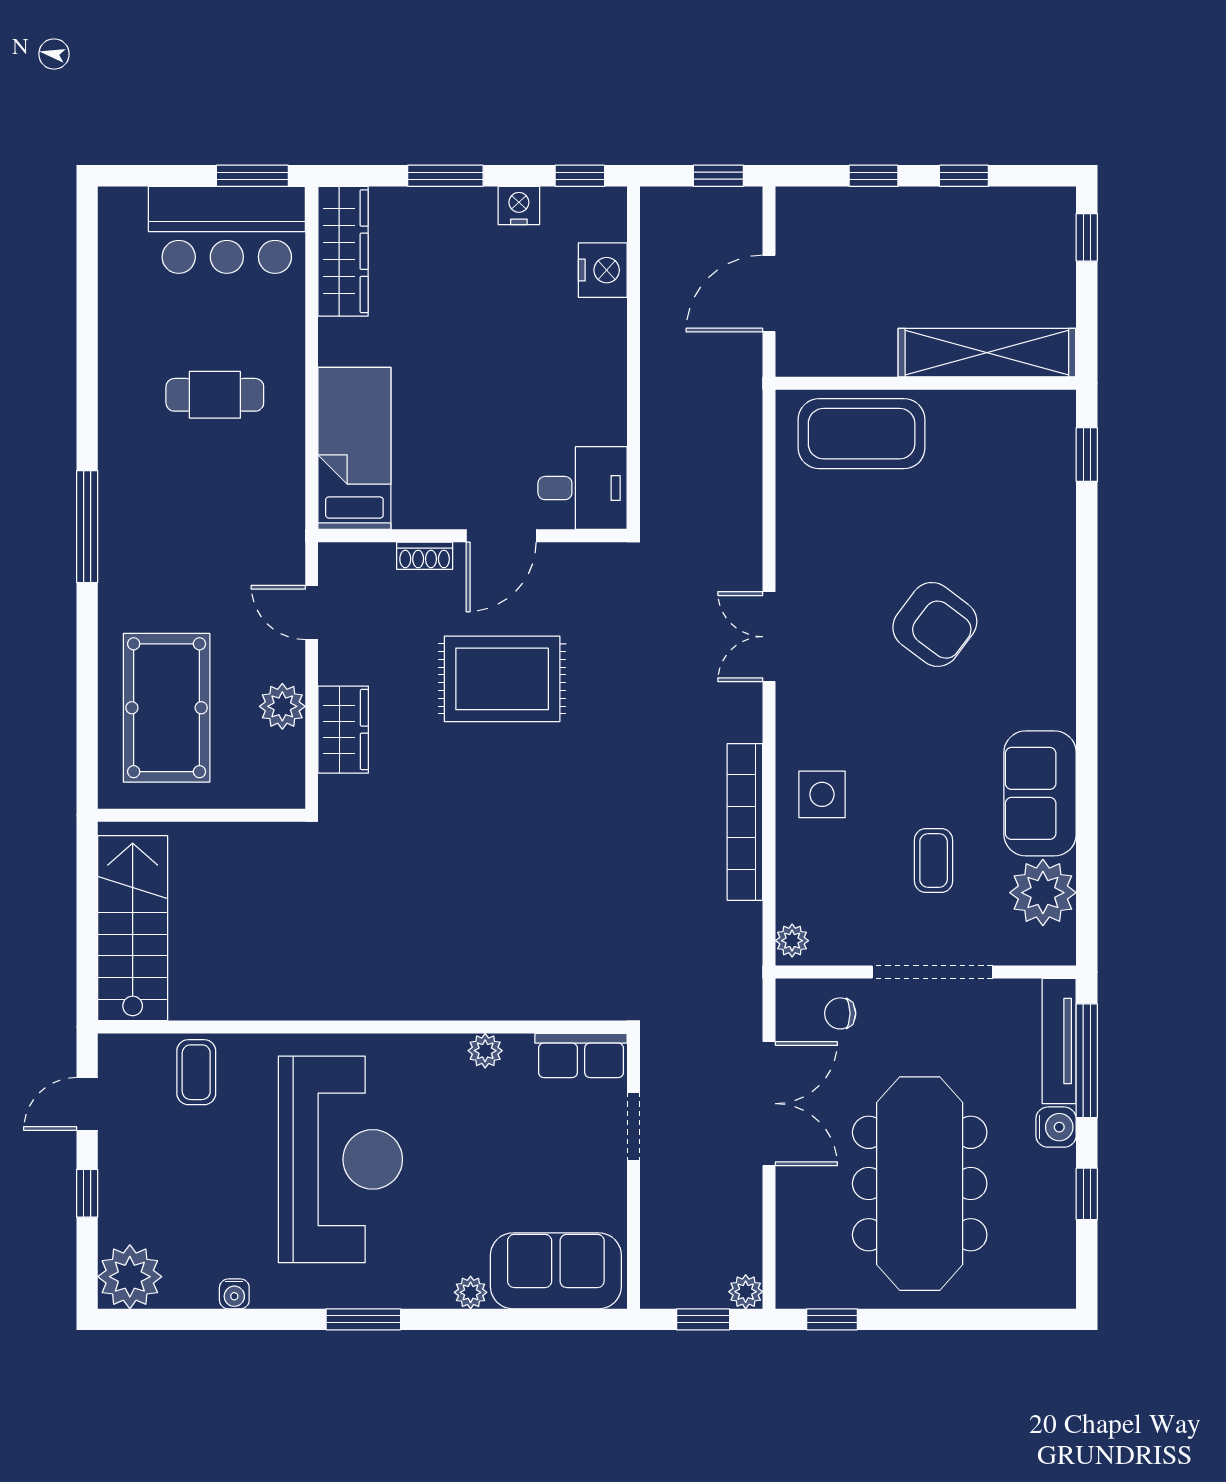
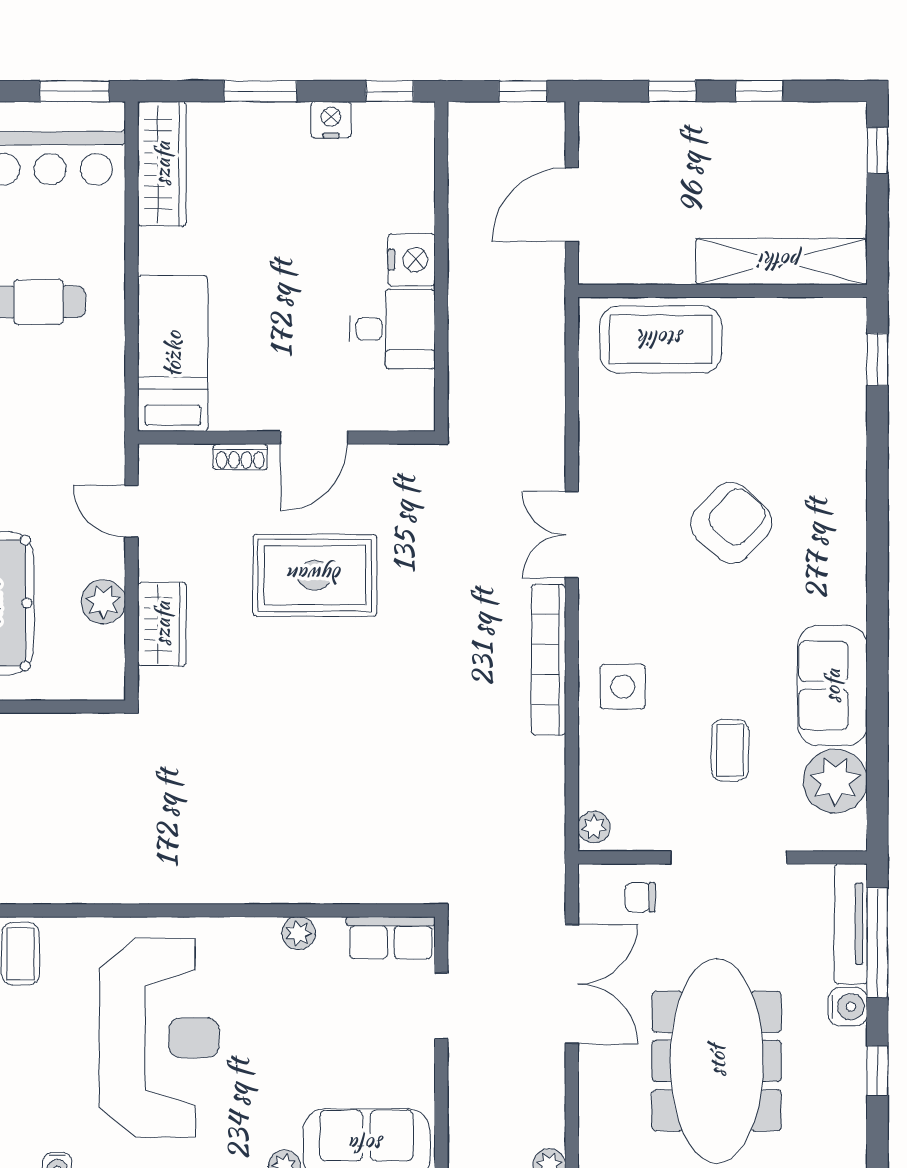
nightstand: (603, 270) -> (412, 260), moved
desk: (583, 488) -> (392, 329), moved
armchair: (935, 624) -> (731, 523), turned -84
bookcase: (745, 822) -> (549, 660), moved

